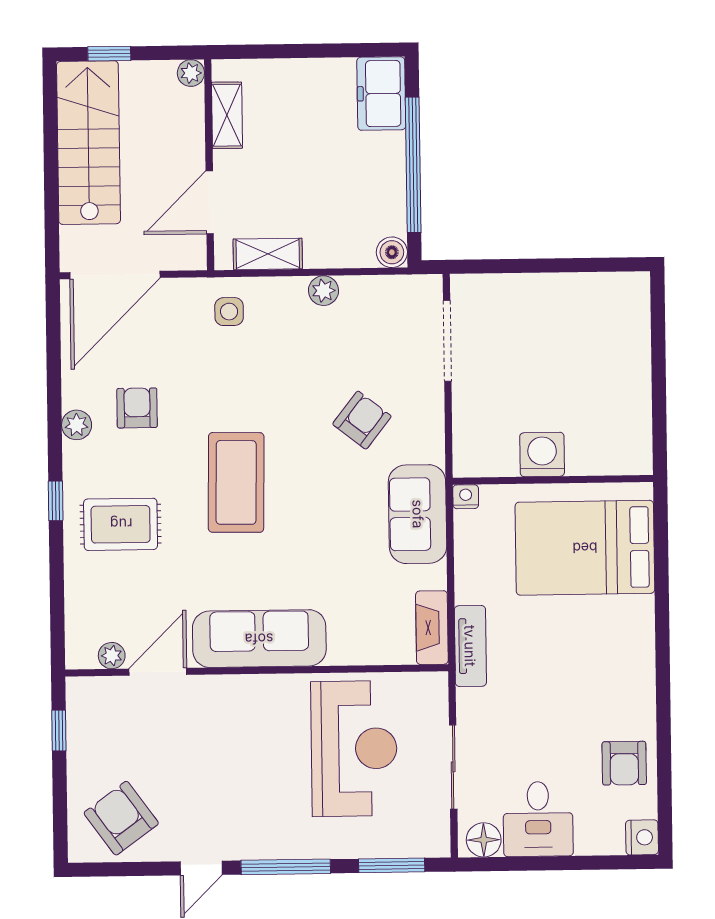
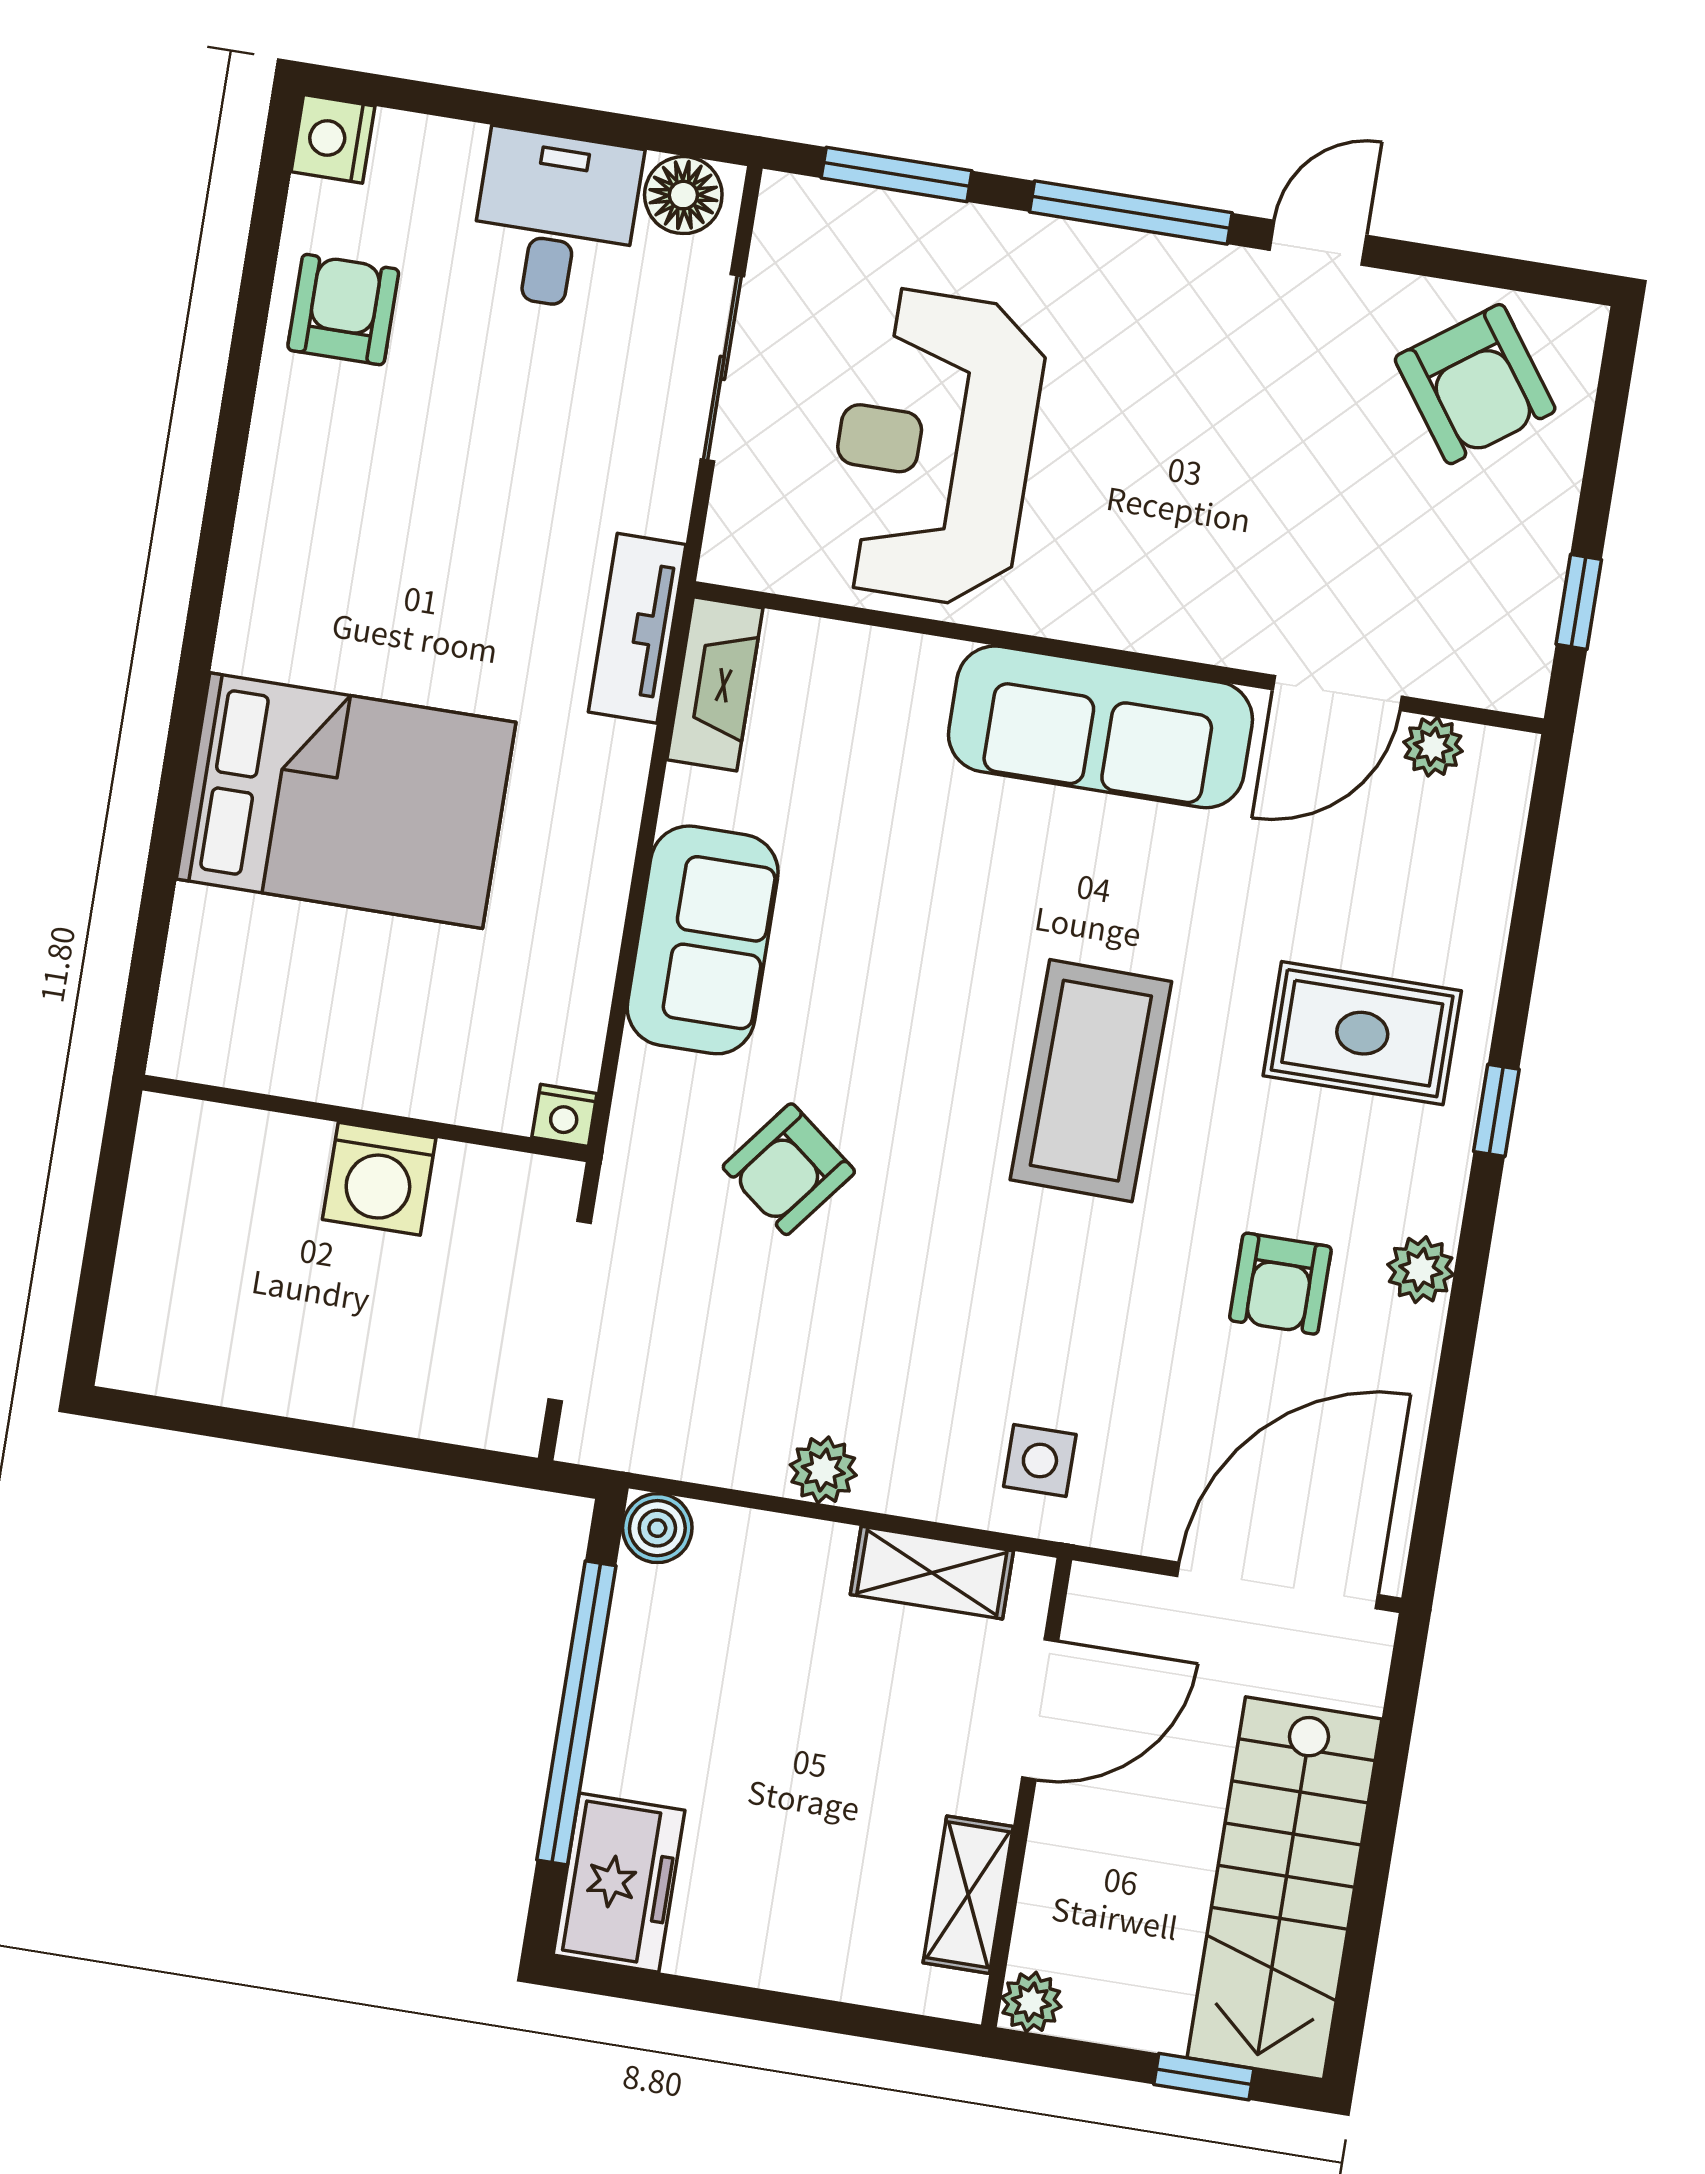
washing machine: (542, 454) -> (379, 1179), moved
wall: (553, 480) -> (365, 1118), moved
nightstand: (466, 497) -> (564, 1115), moved

